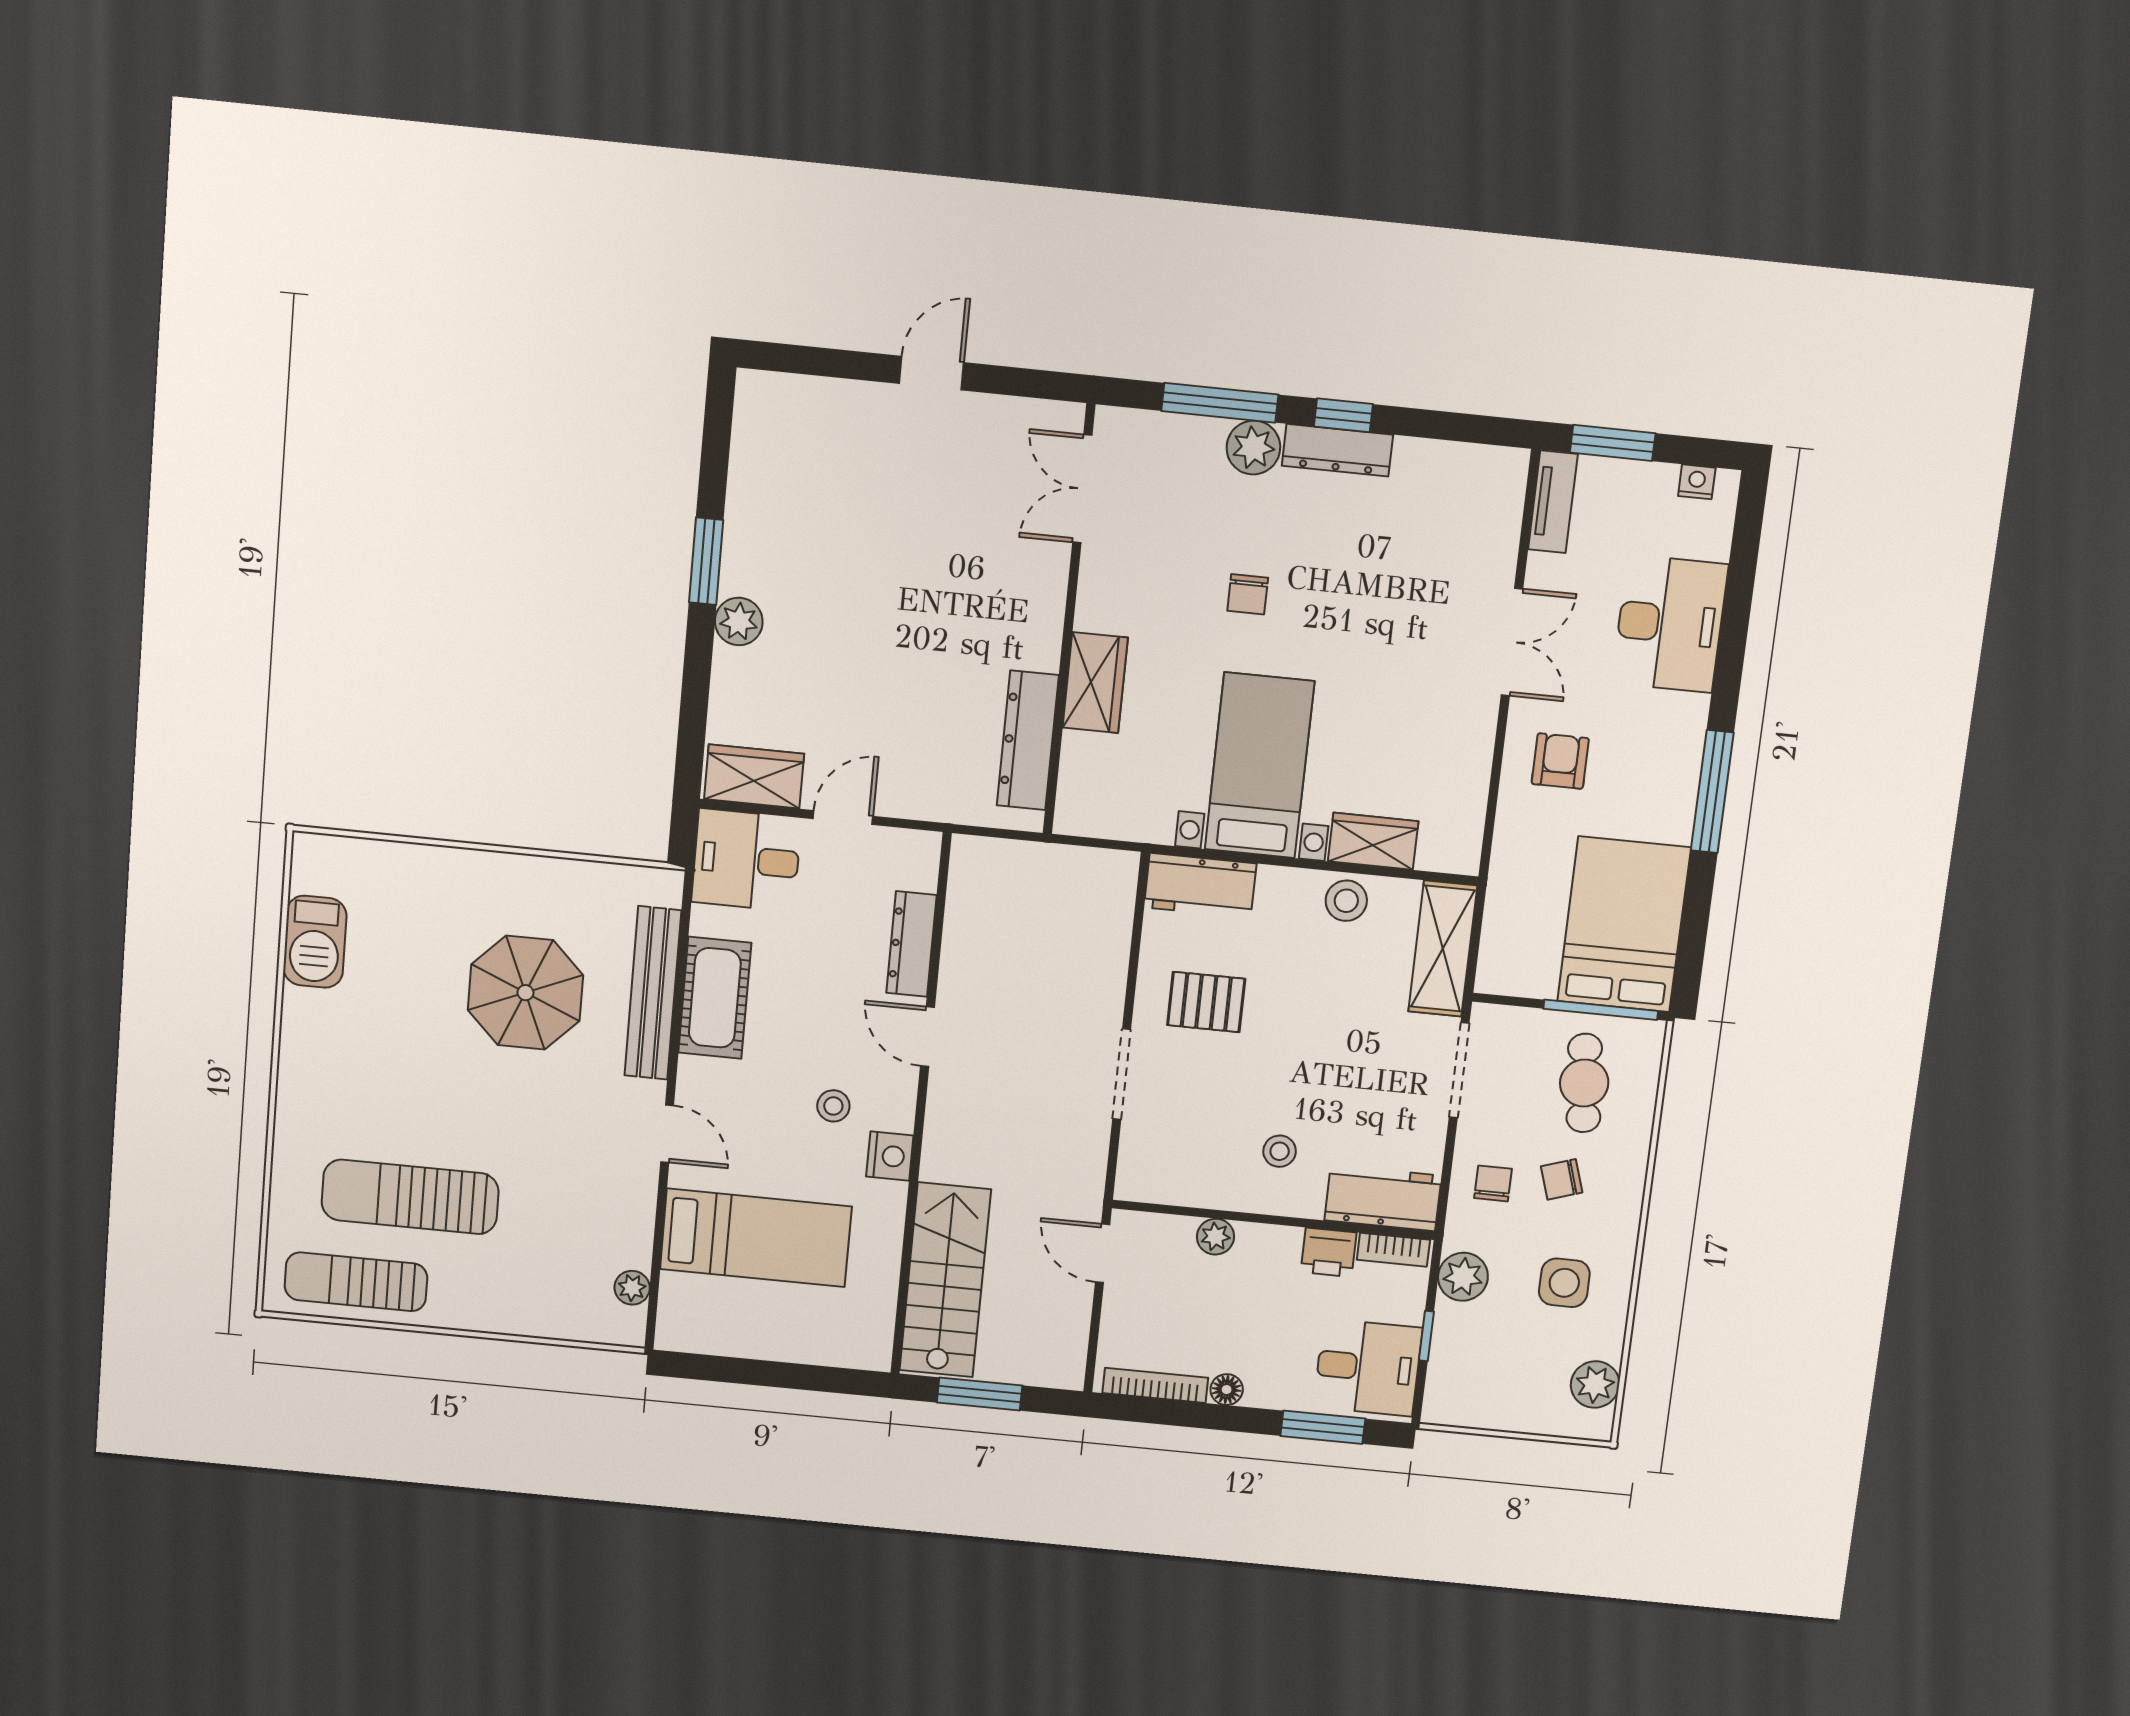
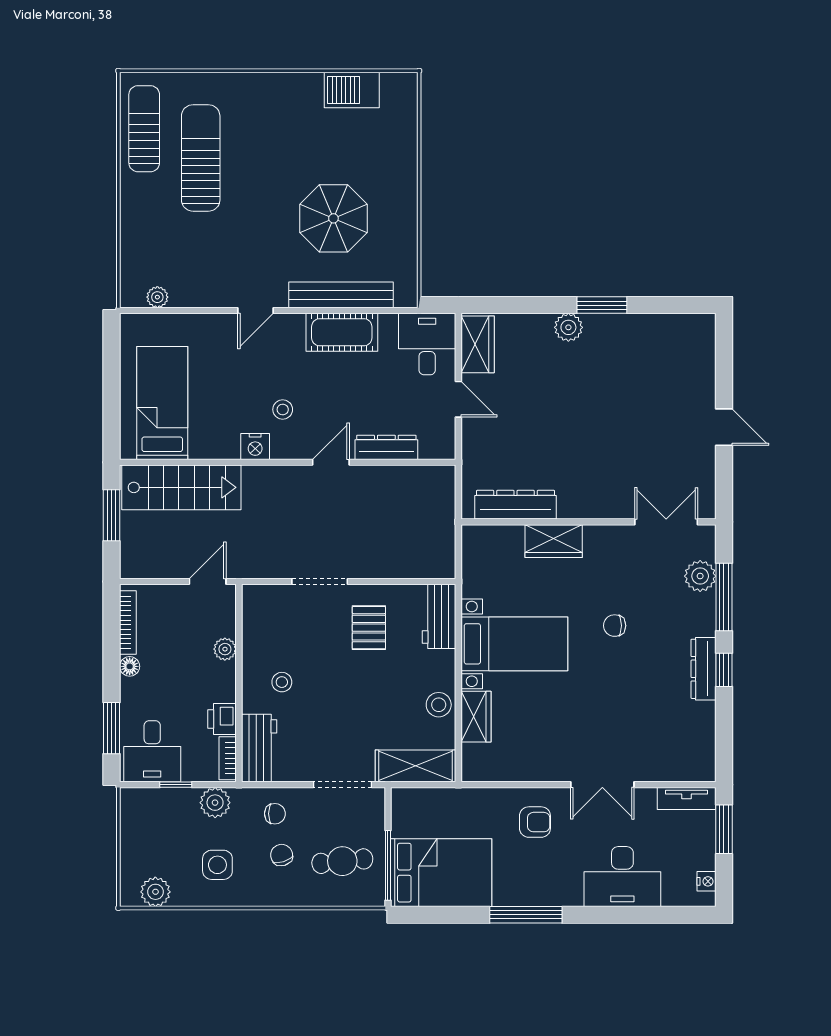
plant: (1253, 448) -> (700, 576), moved
bed: (756, 1238) -> (162, 403), moved, turned 180

